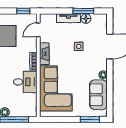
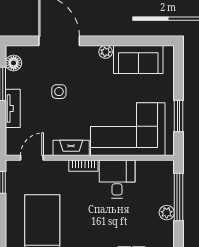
floor lamp: (86, 19) -> (14, 63), moved
door: (38, 30) -> (32, 158), swing flipped
window: (90, 119) -> (179, 116), moved

